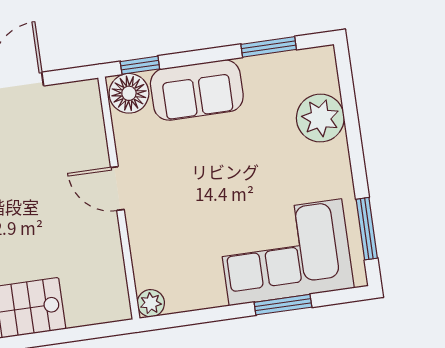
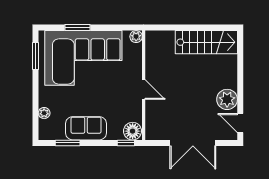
sofa: (197, 90) -> (86, 128), moved
plant: (320, 118) -> (44, 113), width x0.53, depth x0.53
corner sofa: (285, 252) -> (83, 58), width x1.36, depth x1.36

